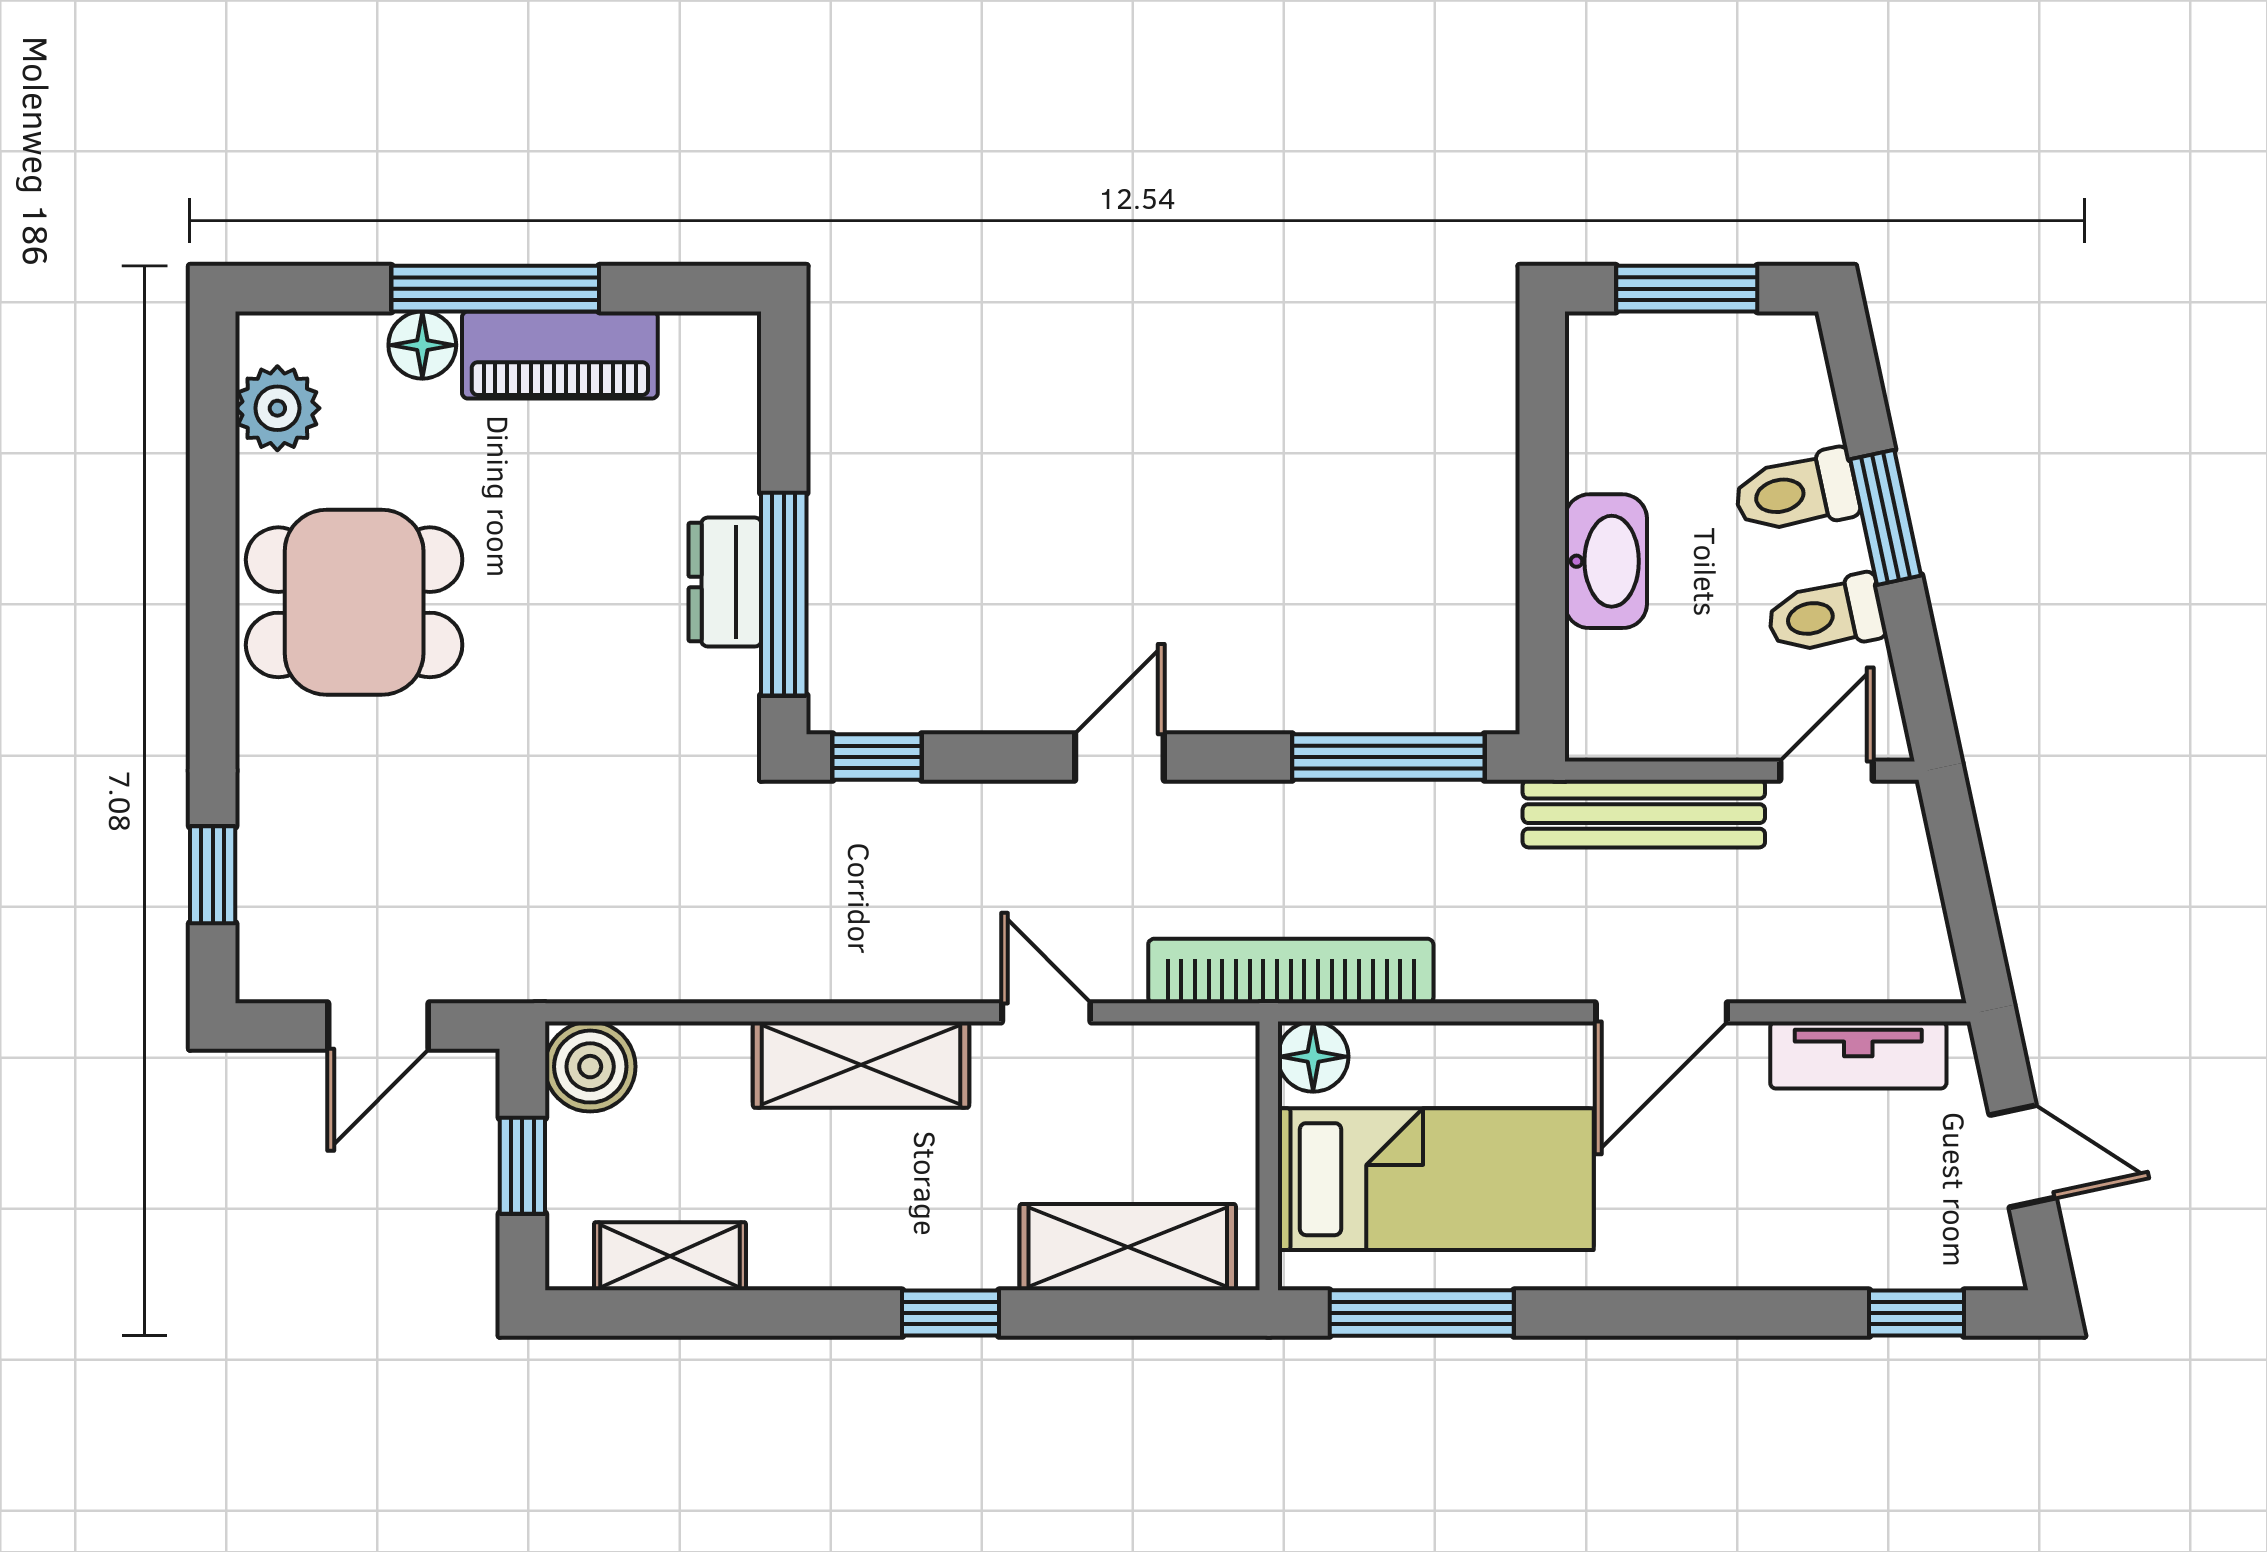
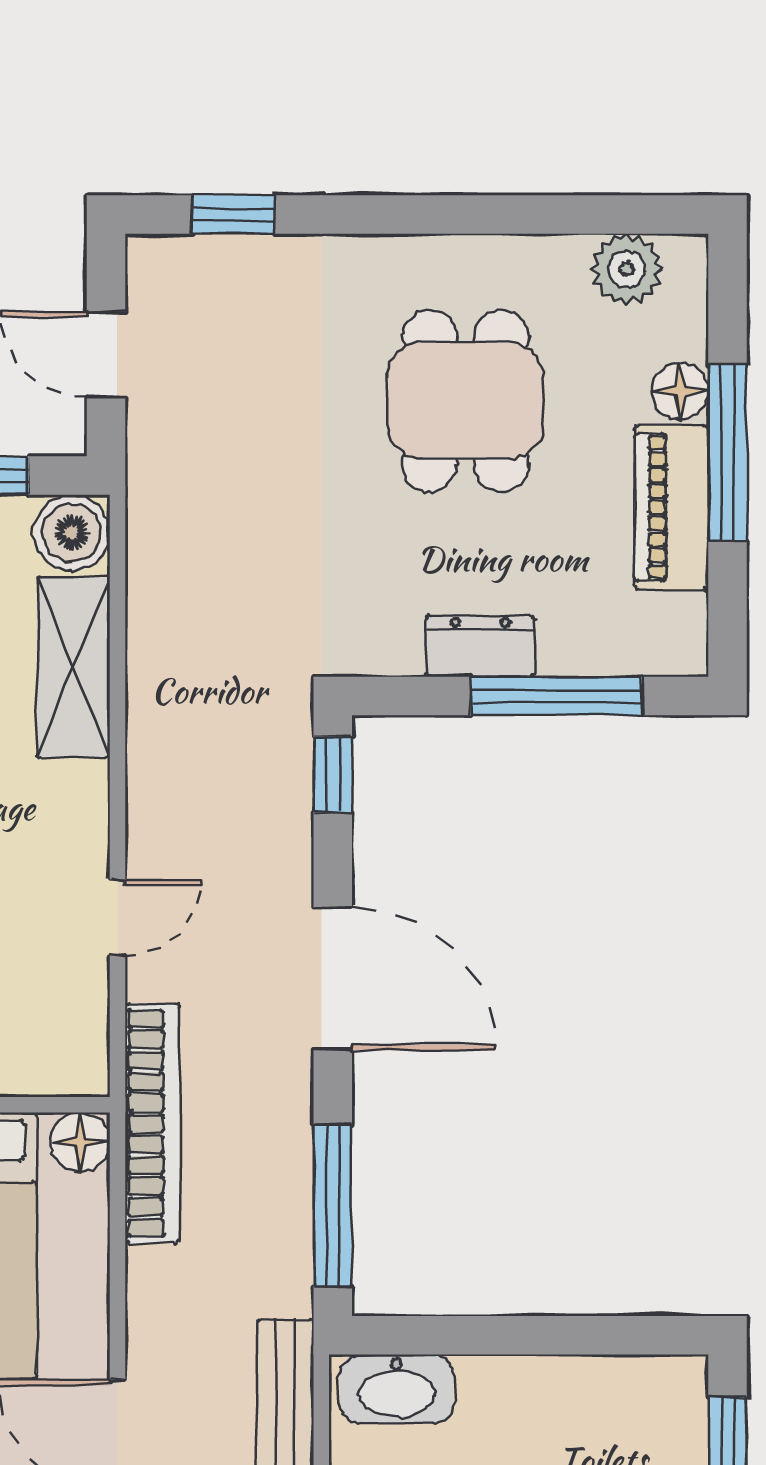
washbasin: (1606, 561) -> (397, 1389), moved
window: (784, 594) -> (556, 696), moved
dining table: (354, 602) -> (466, 401), moved
door: (1119, 757) -> (333, 979), width x1.88
shelving: (861, 1065) -> (73, 667), moved

